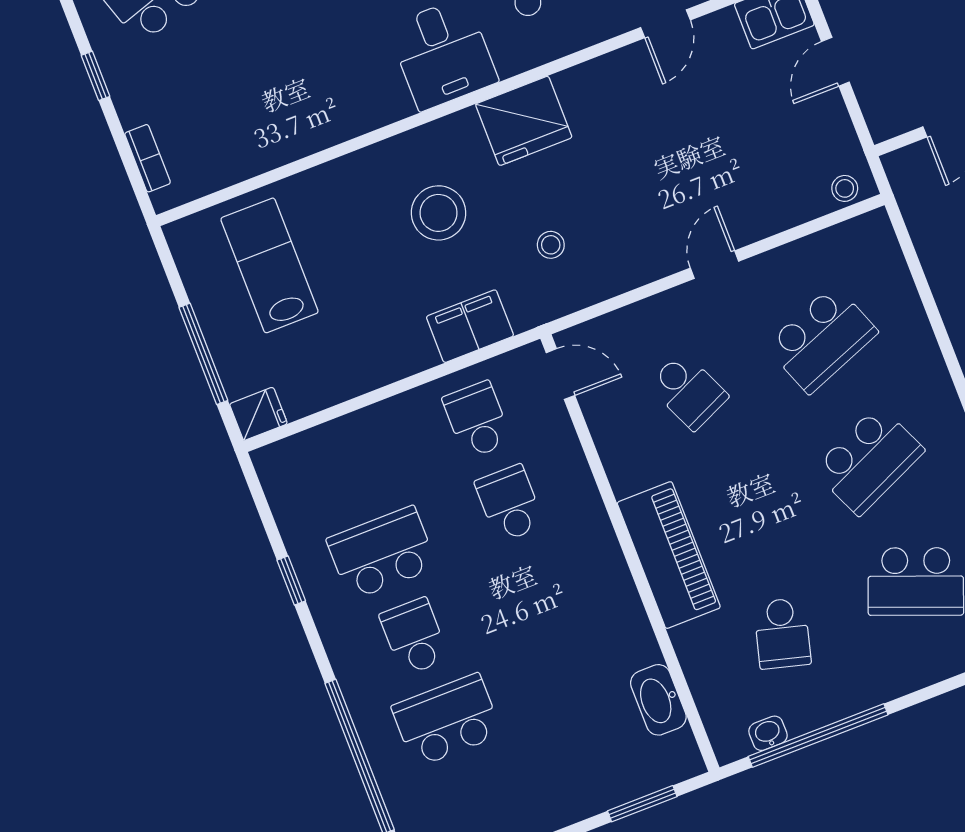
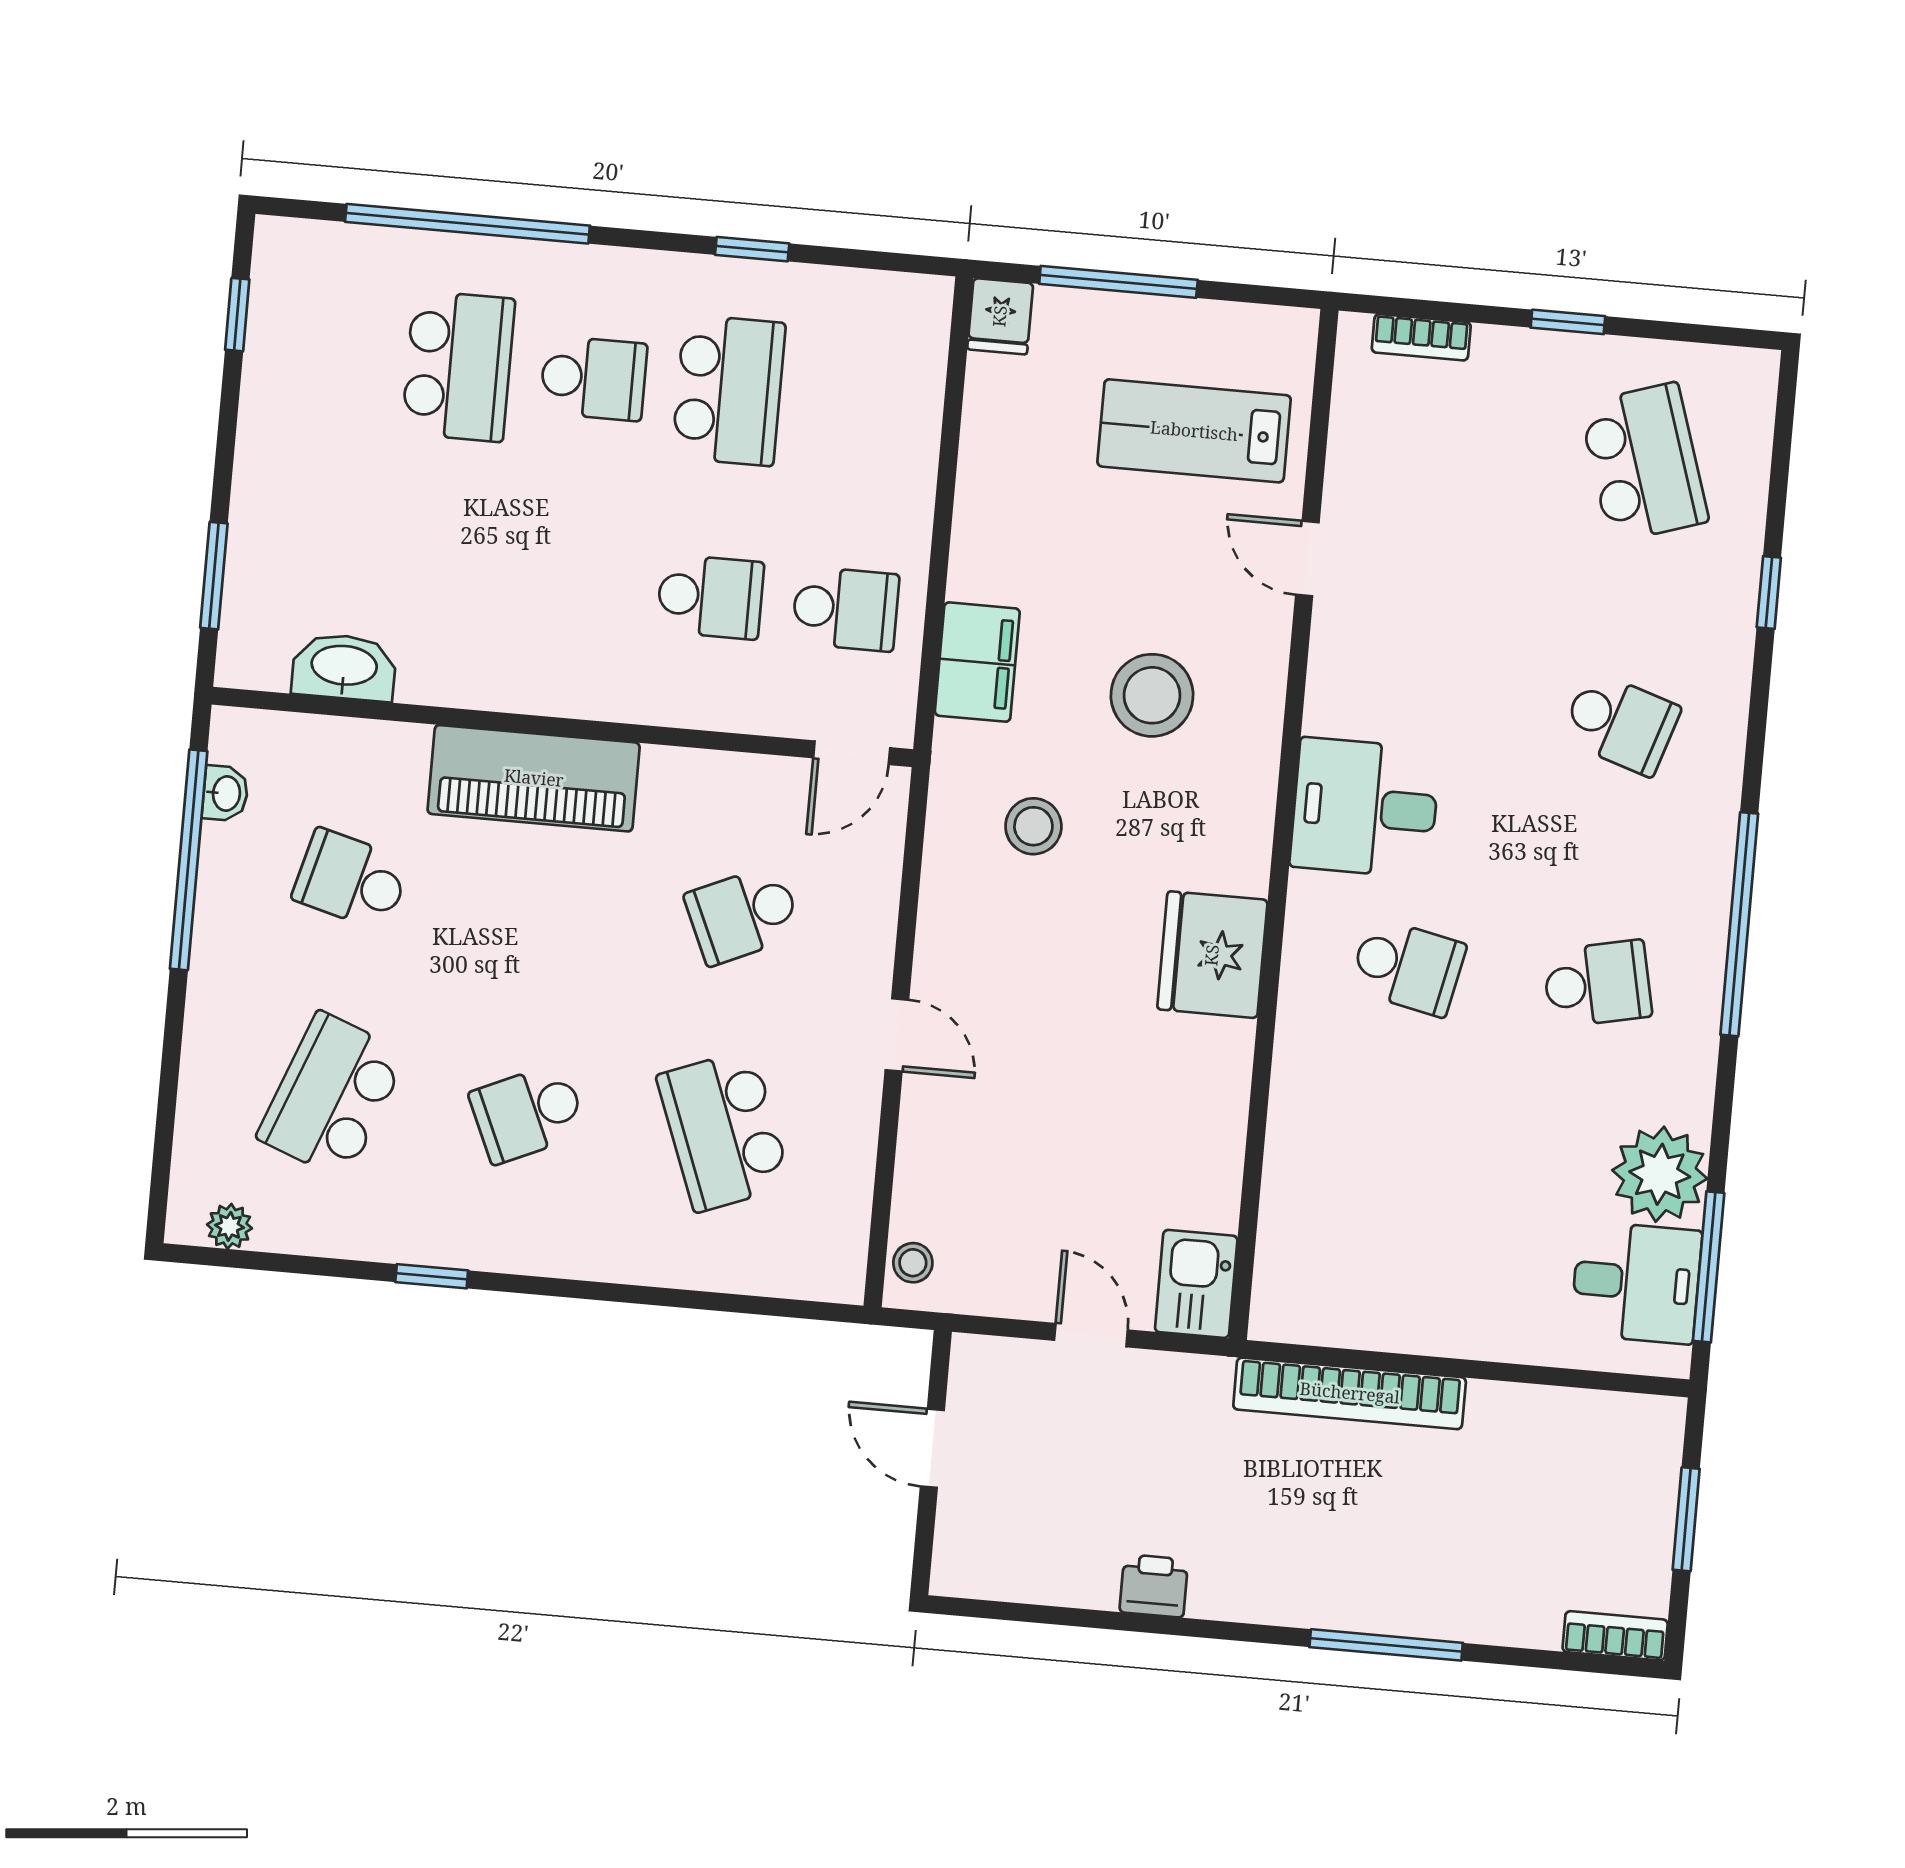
door: (665, 24) -> (1307, 559), moved
fridge: (524, 121) -> (1212, 955), moved
stool: (551, 245) -> (1033, 826), width x1.37, depth x1.37
lab bench: (269, 265) -> (1194, 431), turned 180
school desk: (869, 460) -> (528, 1113), width x0.54

